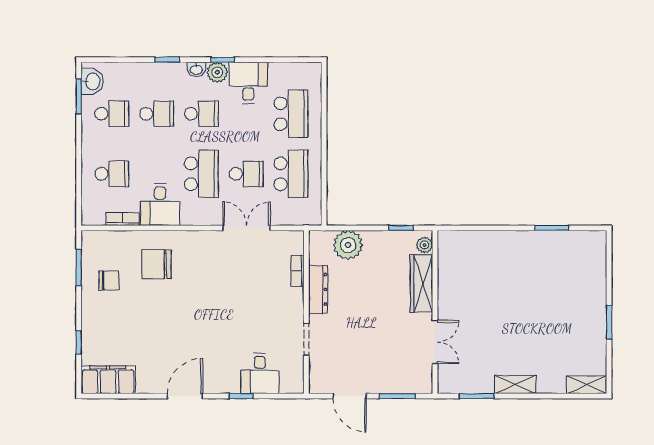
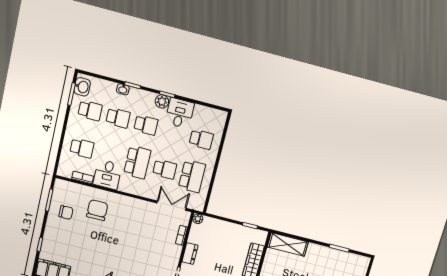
washbasin: (196, 69) -> (123, 89), moved
school desk: (291, 114) -> (201, 139), width x0.54
double door: (247, 228) -> (171, 206), moved
shelving: (469, 243) -> (288, 244), added
plant: (348, 245) -> (198, 219), moved, width x0.53, depth x0.53
plant: (425, 245) -> (261, 239), removed
chair: (157, 264) -> (97, 210), turned 90
dresser: (318, 289) -> (190, 254), width x0.70

